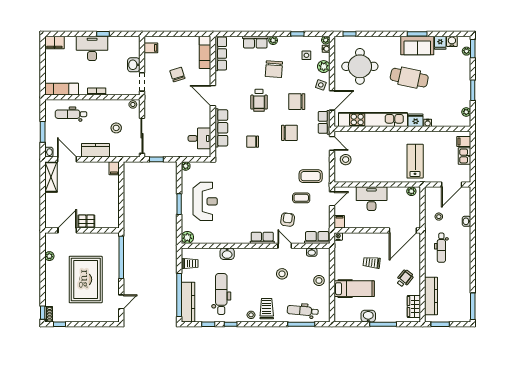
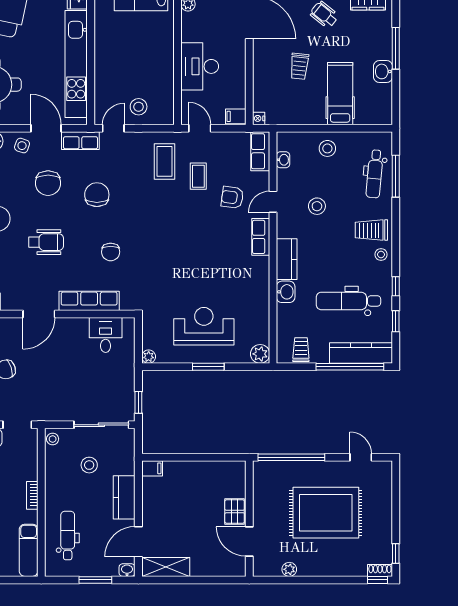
dental chair: (71, 114) -> (68, 536), turned 180
kitchen counter: (248, 254) -> (287, 259), added

